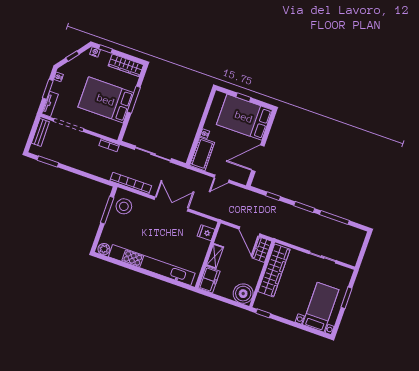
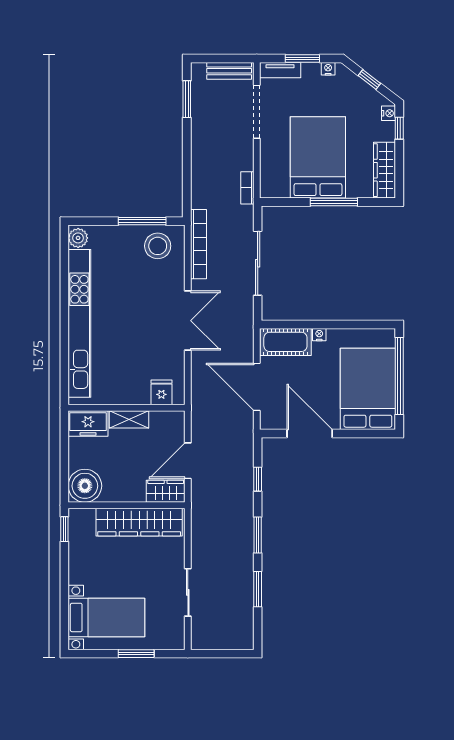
window: (243, 97) -> (399, 376), width x3.17
door: (222, 179) -> (257, 387), width x1.87
window: (334, 218) -> (258, 589), width x0.69

